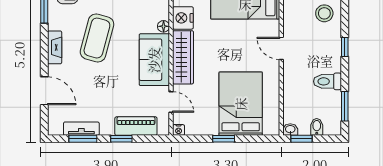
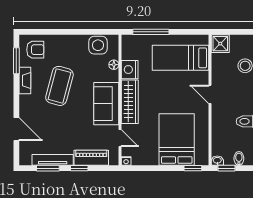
floor lamp: (164, 26) -> (114, 65), moved
fireplace: (55, 47) -> (25, 81), moved
tv unit: (81, 129) -> (53, 160), width x1.41
window: (224, 139) -> (193, 168), moved

